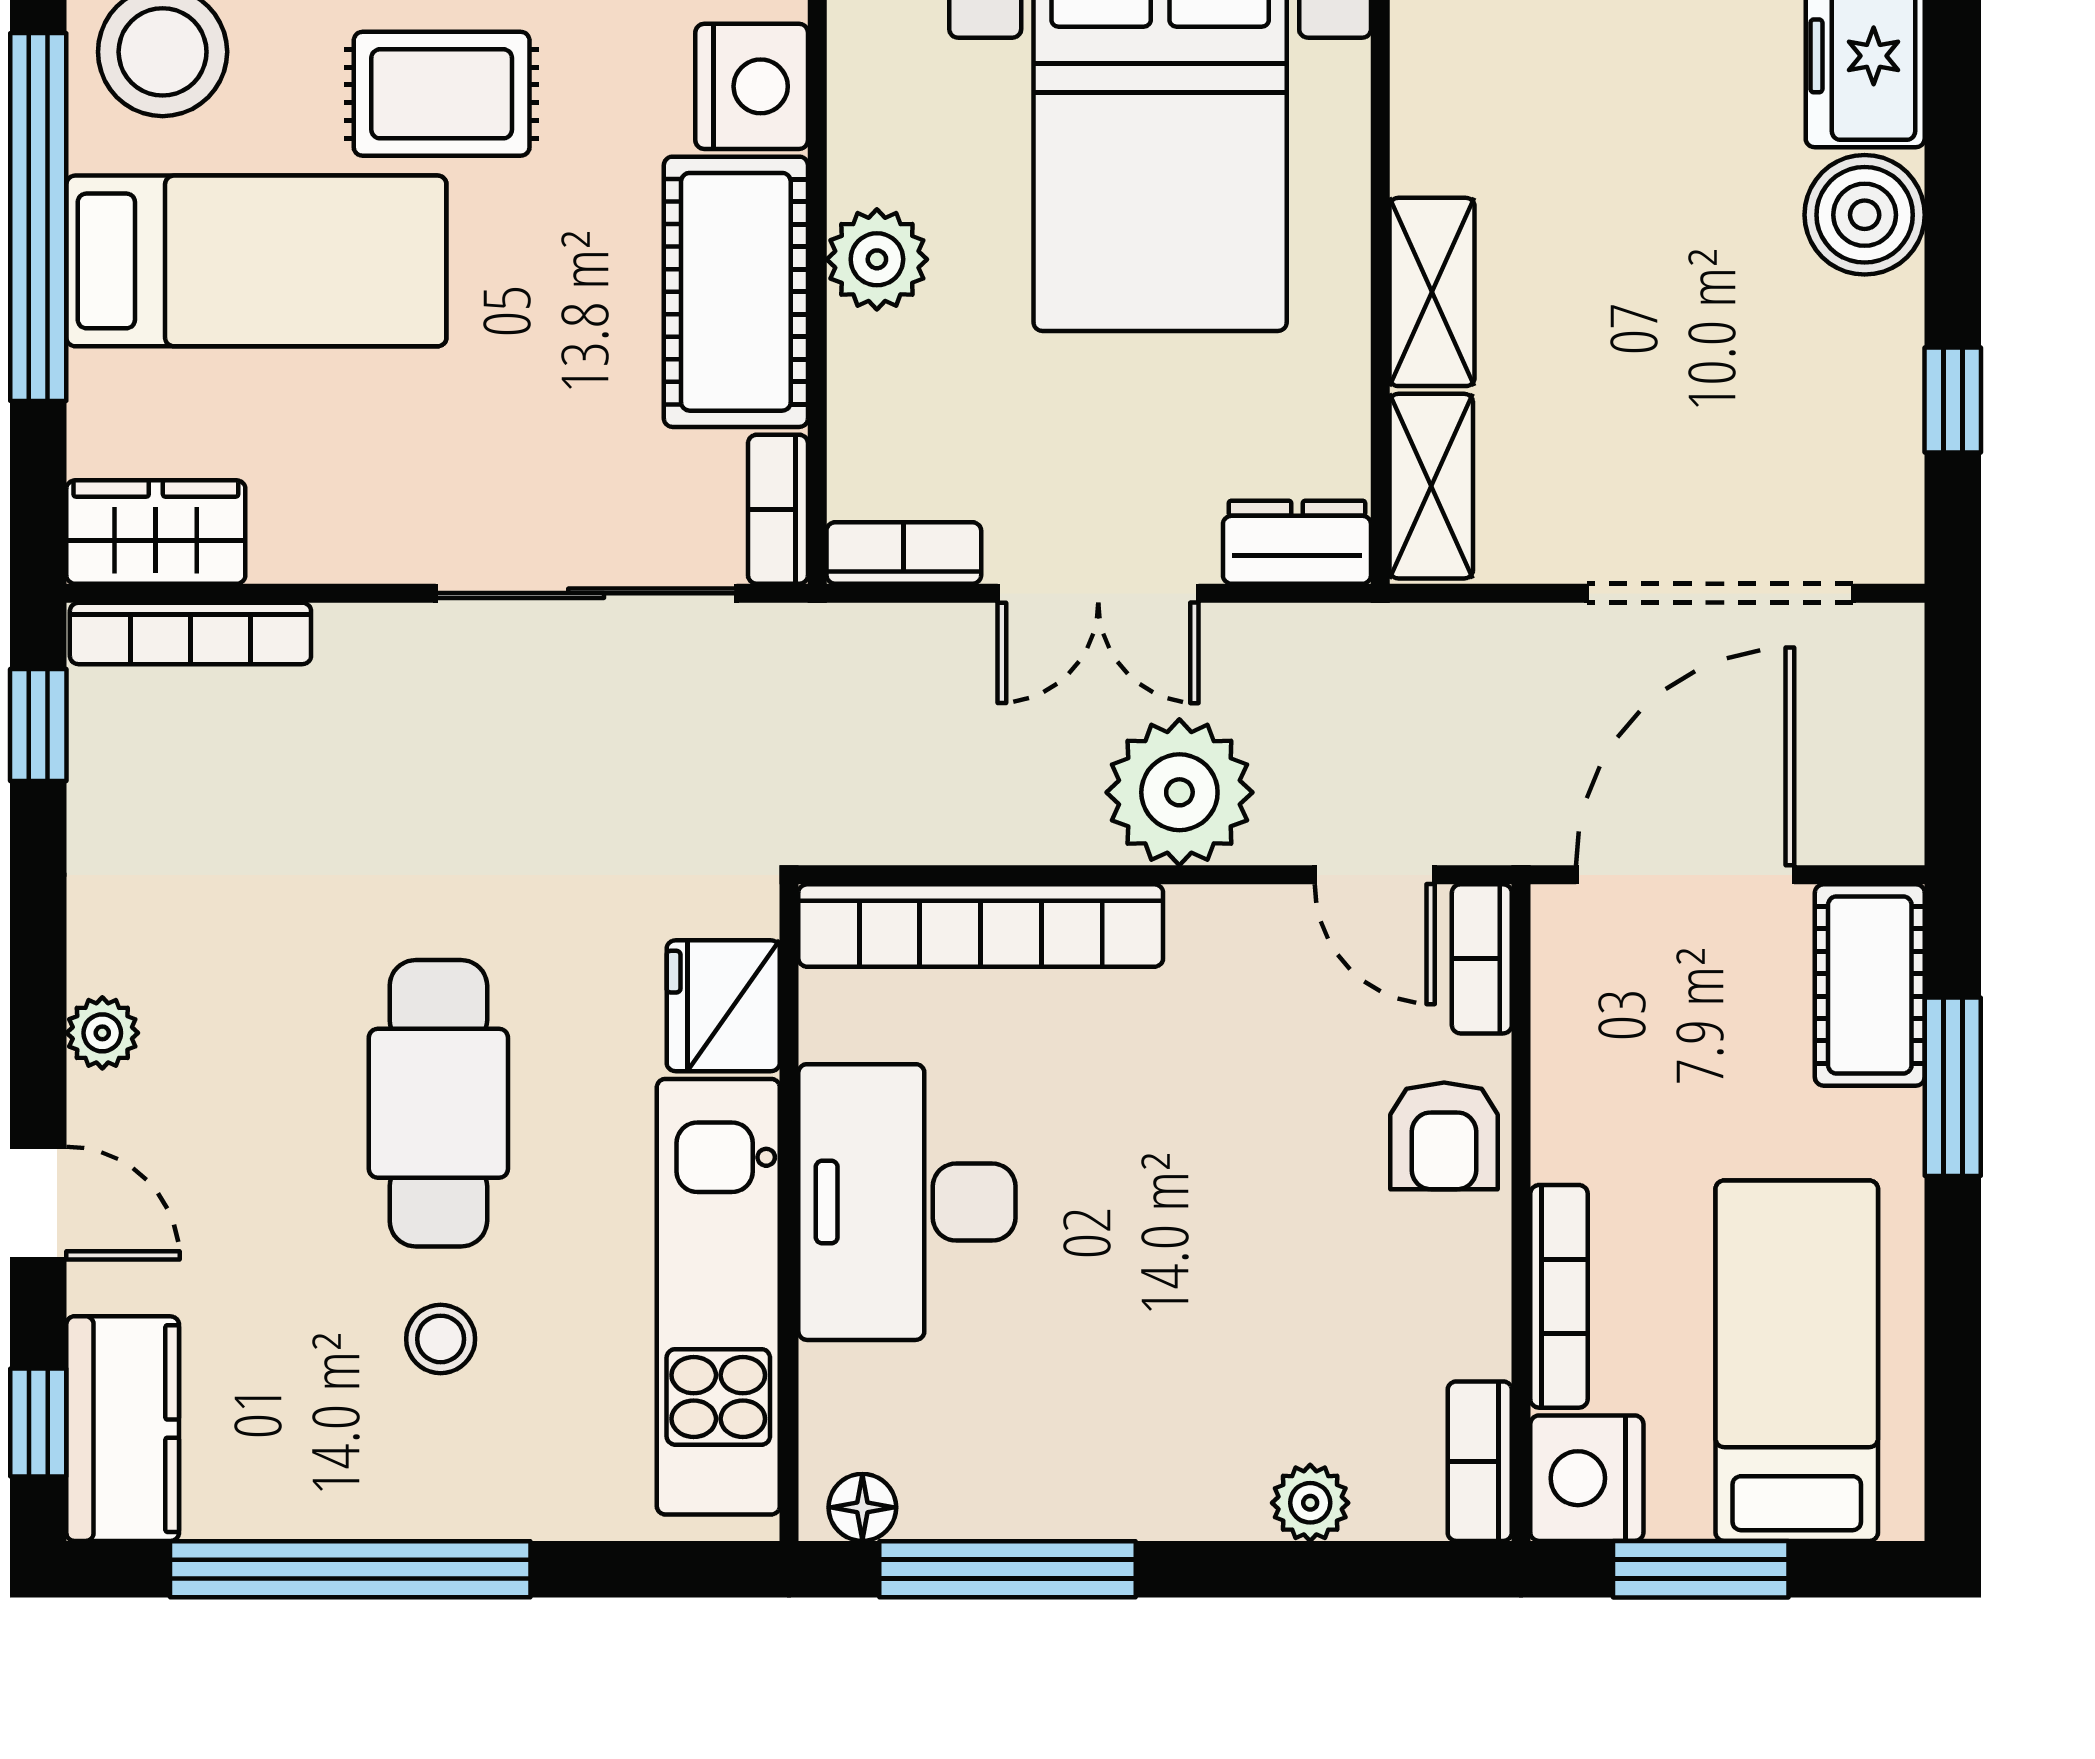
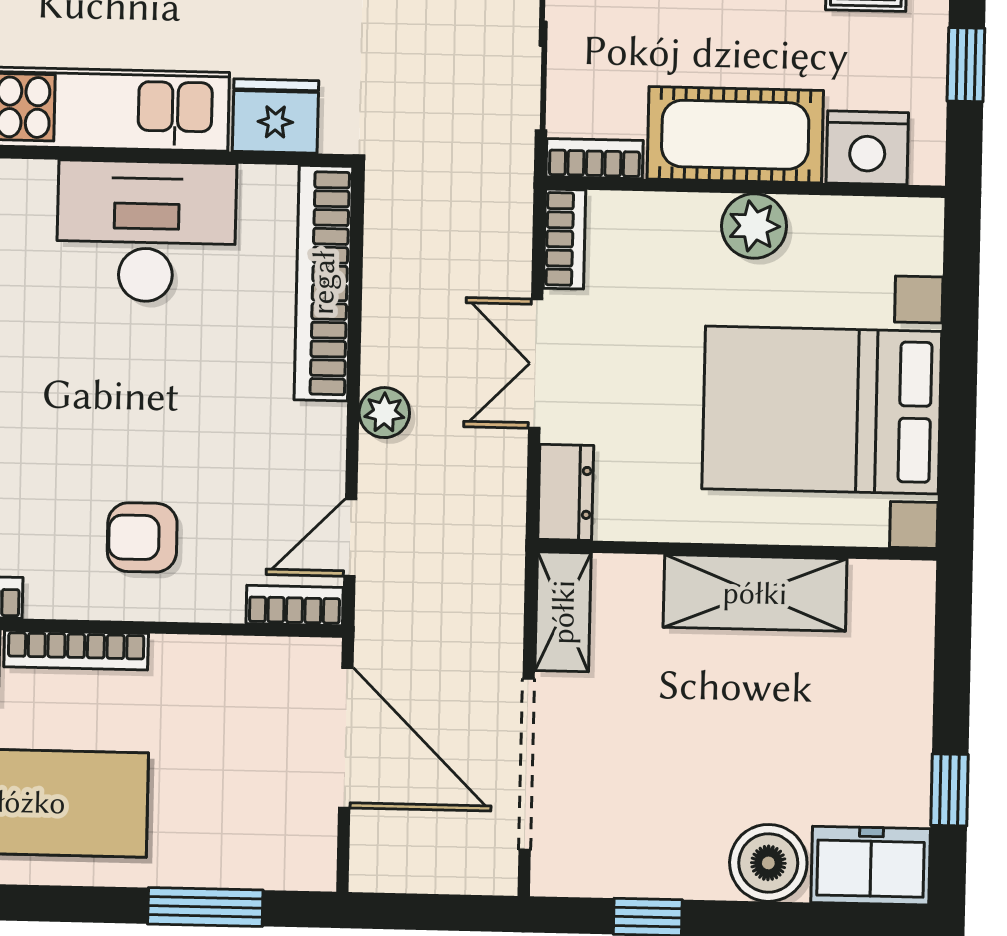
shelving: (1432, 292) -> (755, 593), width x1.50, depth x1.33
shelving: (1431, 486) -> (563, 612), moved, turned 90
plant: (1179, 792) -> (384, 413), width x0.53, depth x0.53
cot: (1870, 985) -> (272, 855), removed
armchair: (1444, 1136) -> (142, 537), moved

